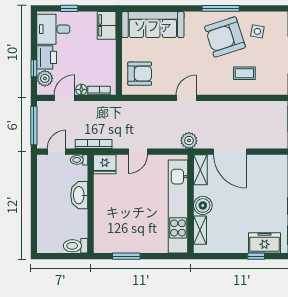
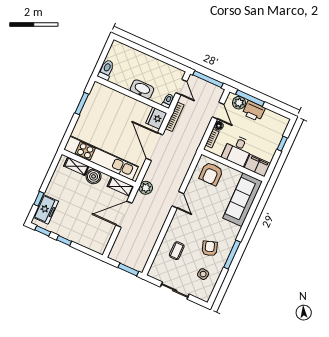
desk: (53, 29) -> (237, 150), moved, turned 180
armchair: (225, 37) -> (210, 248), width x0.53, depth x0.53
window: (34, 68) -> (250, 98), width x2.17
door: (138, 152) -> (154, 147), width x1.87

